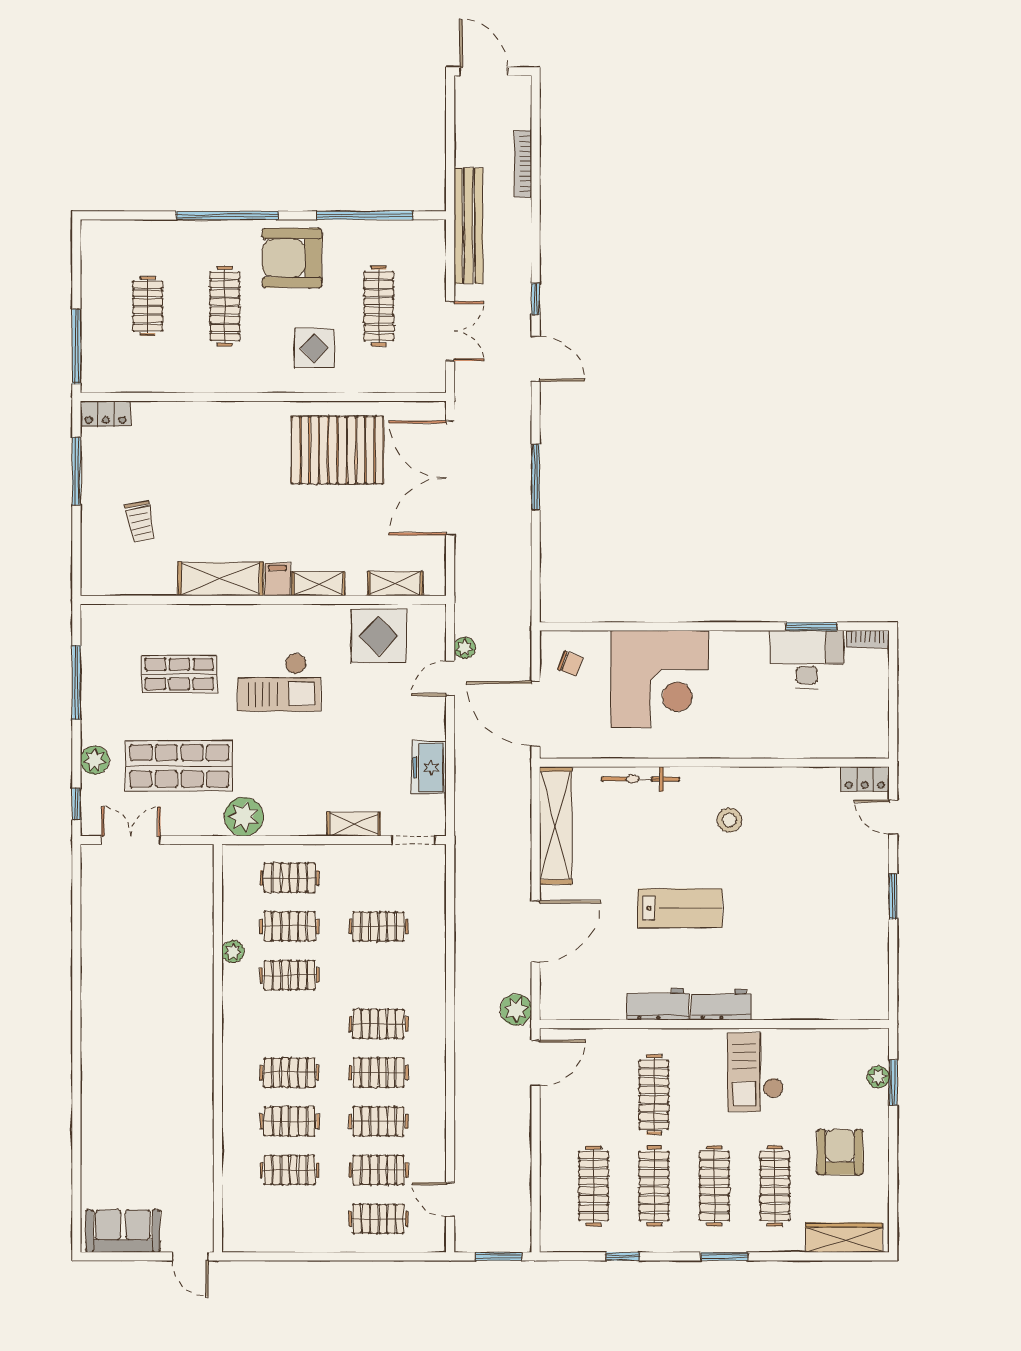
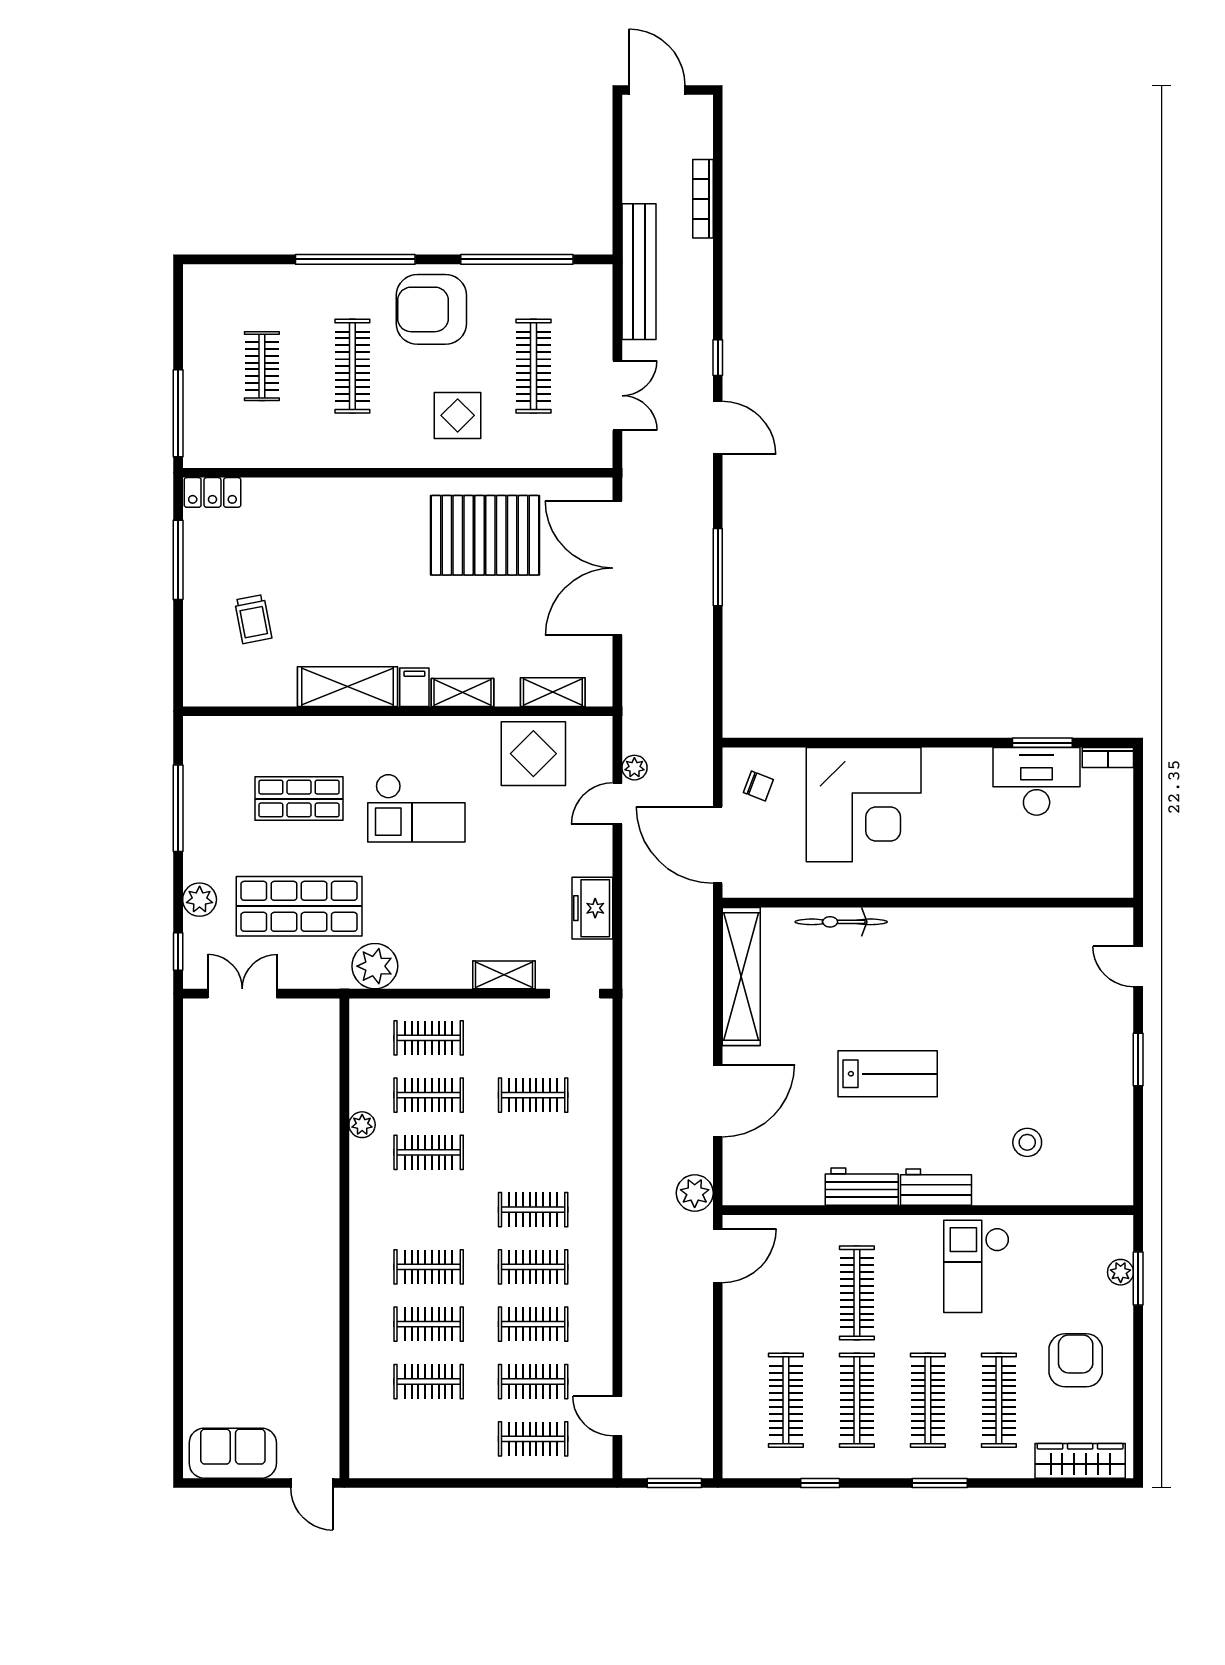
locker: (865, 779) -> (1105, 922), removed
stool: (729, 820) -> (1027, 1142), moved

